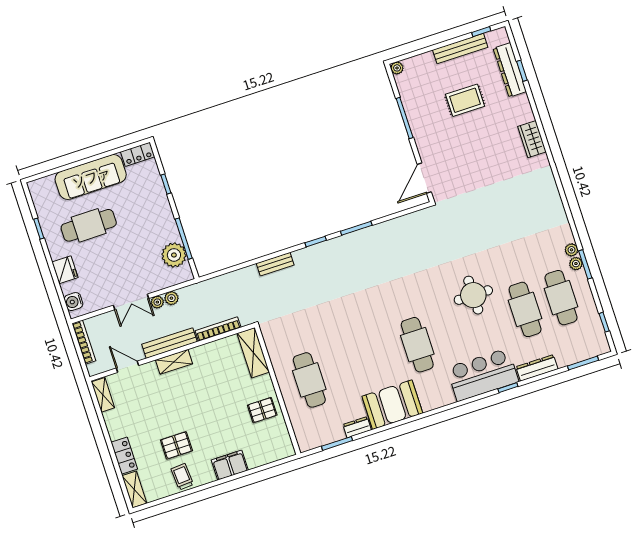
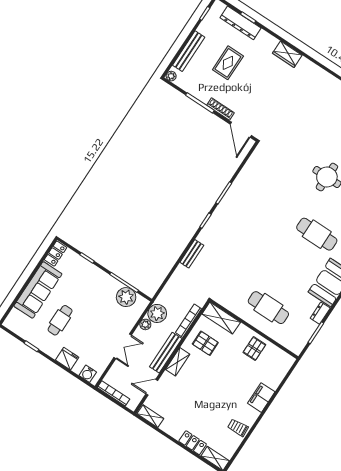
bench: (460, 49) -> (189, 51), moved
shoe rack: (420, 141) -> (220, 109), added
cafe table: (89, 225) -> (60, 320), width x0.73, depth x0.74
plant: (157, 302) -> (157, 313), moved, width x1.88, depth x1.88
pallet: (176, 445) -> (205, 343), moved, turned 90

